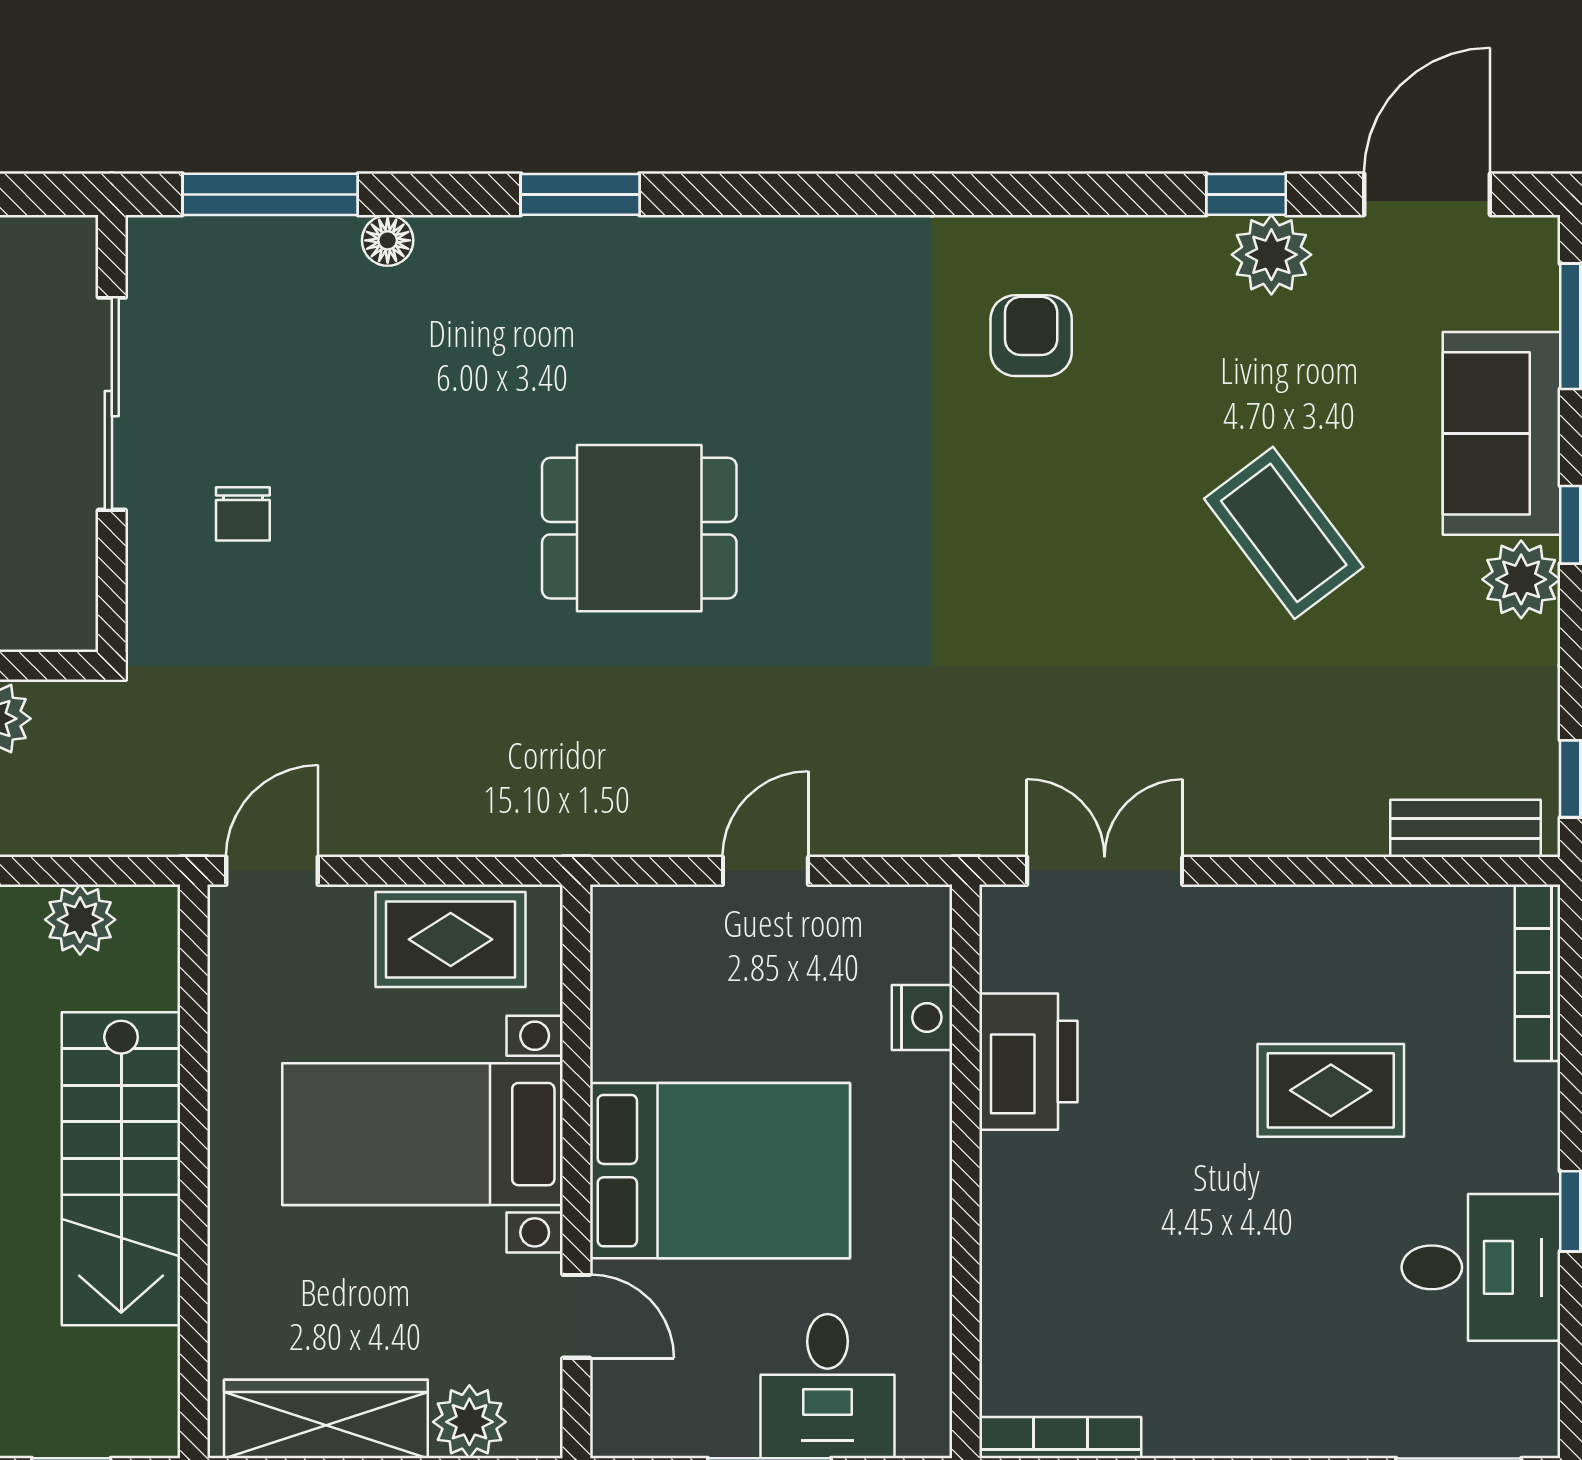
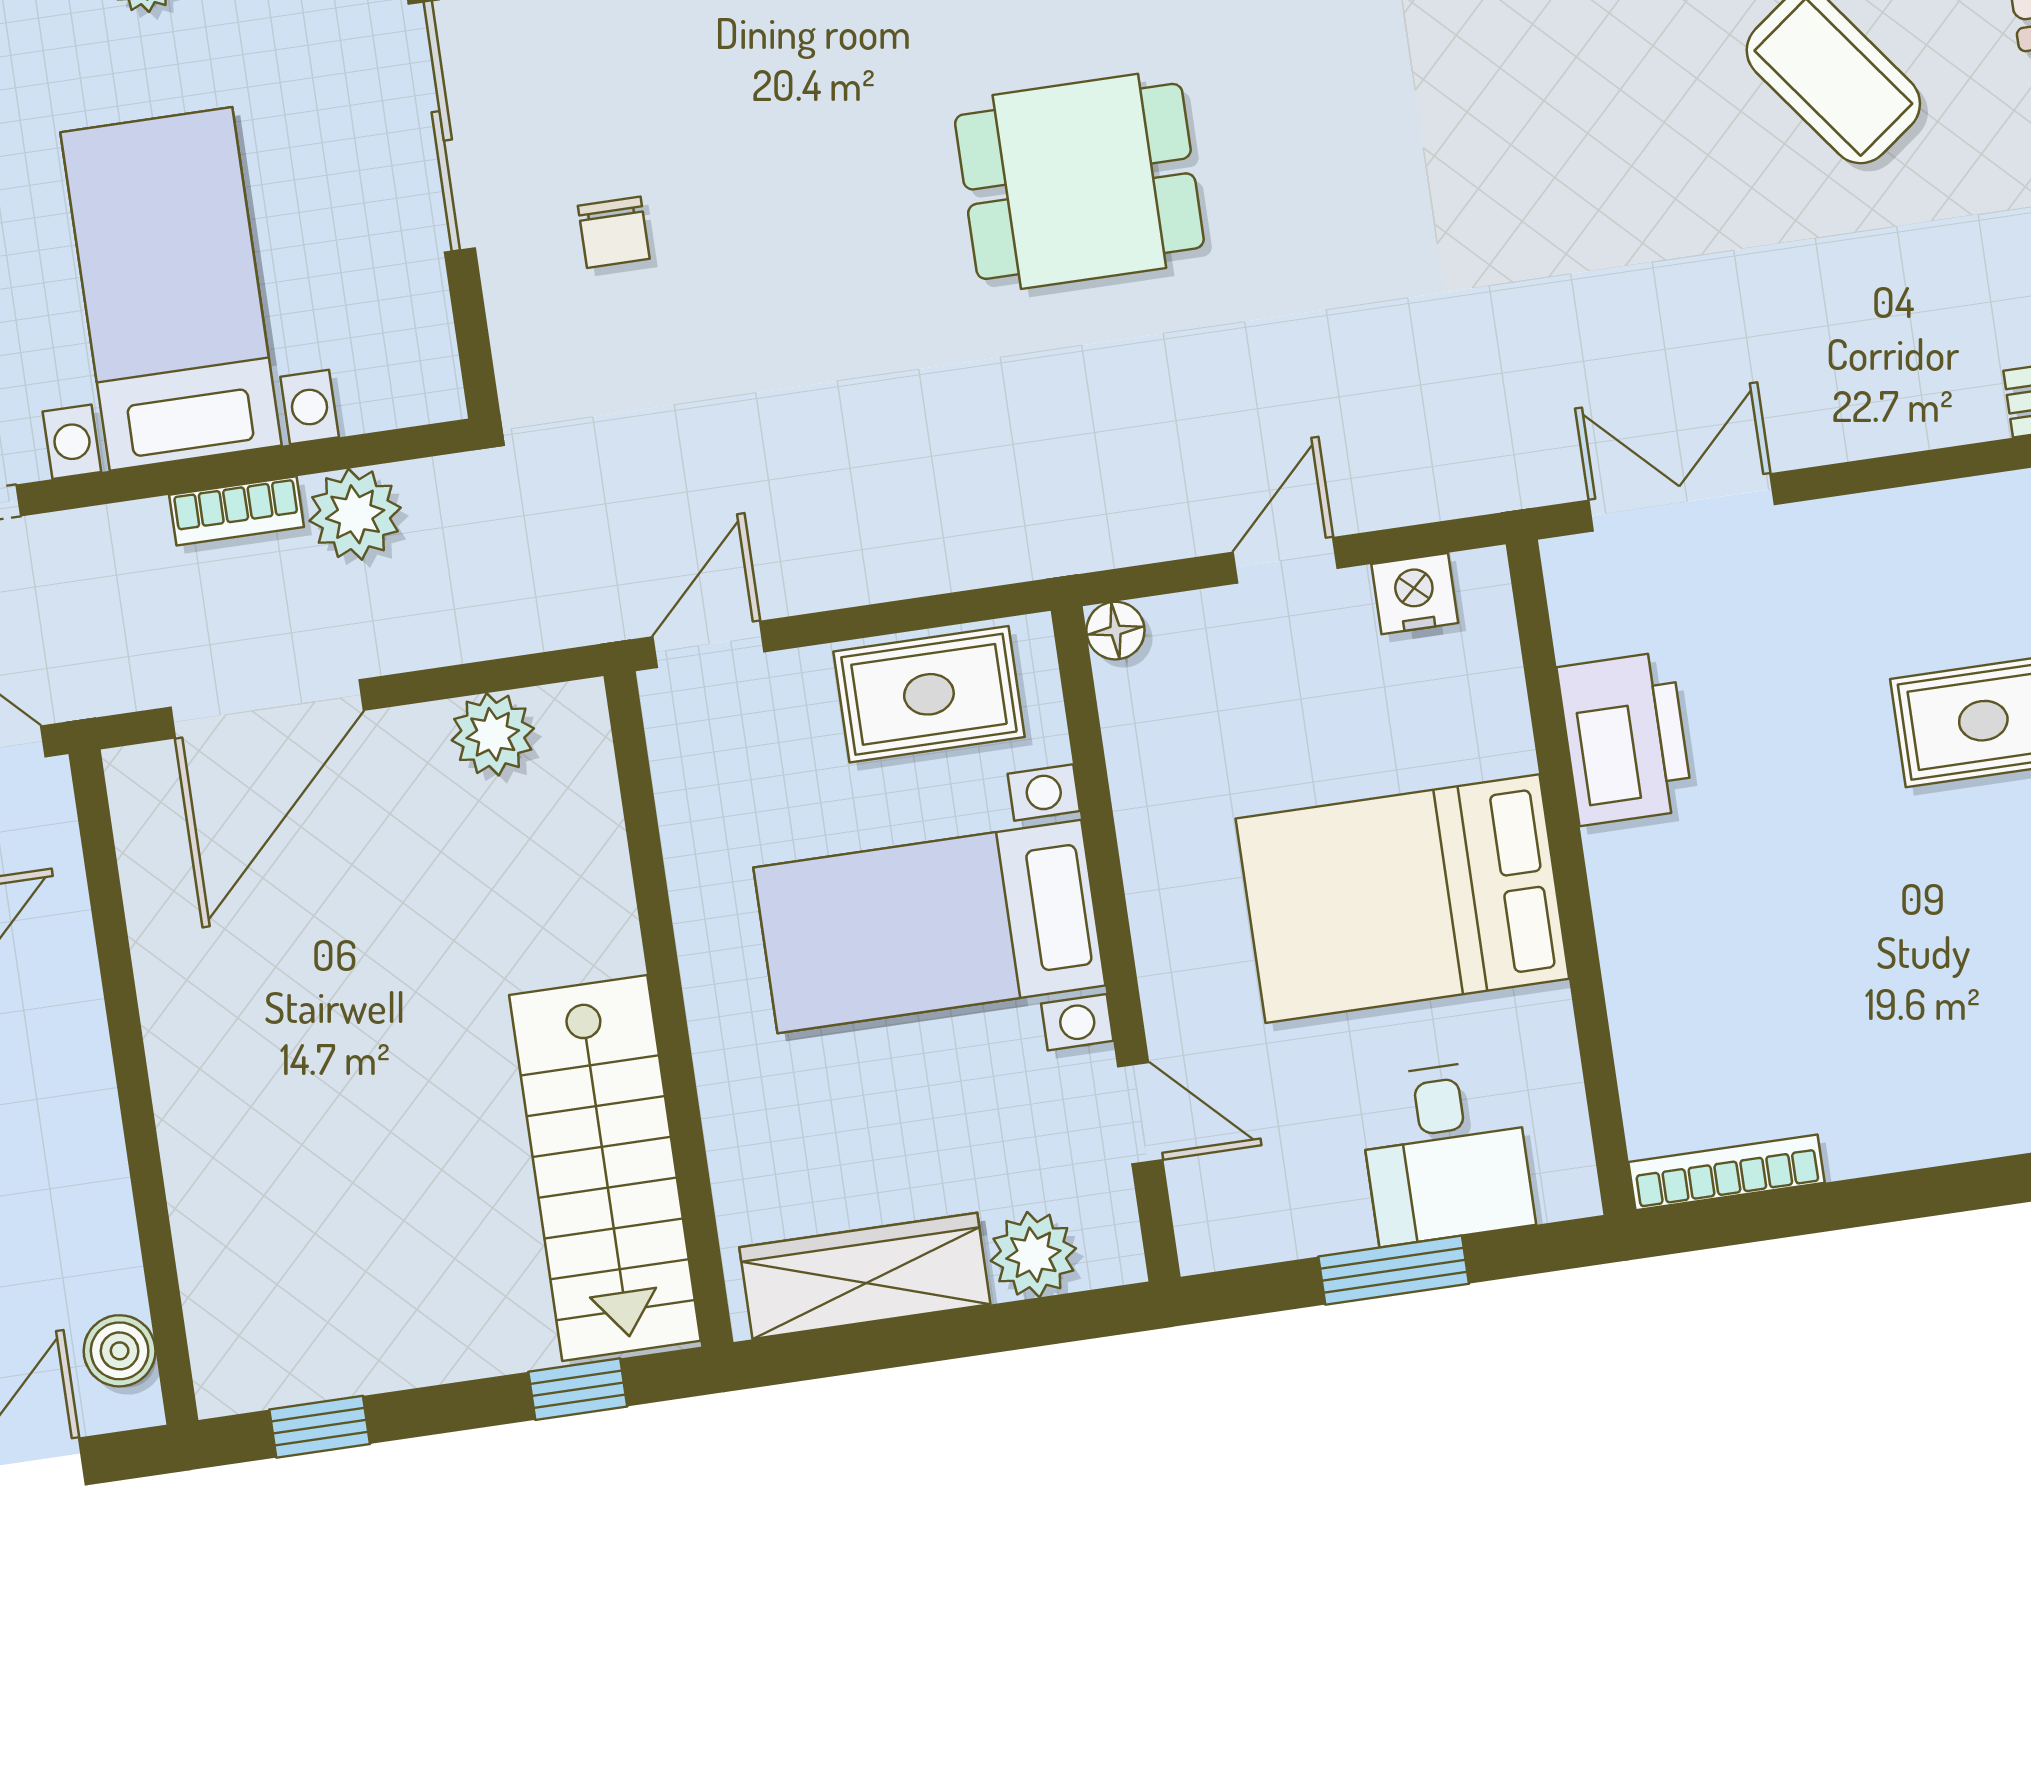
floor lamp: (615, 909) -> (1115, 631), added
nightstand: (922, 1017) -> (1415, 594), moved, turned -90
stairs: (121, 1169) -> (605, 1168), moved
bed: (720, 1171) -> (1402, 899), moved, turned 180

